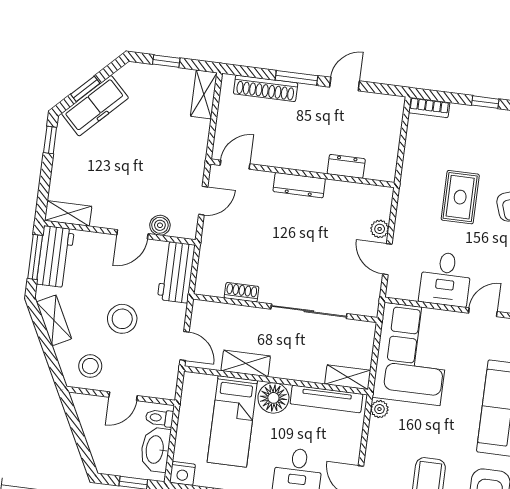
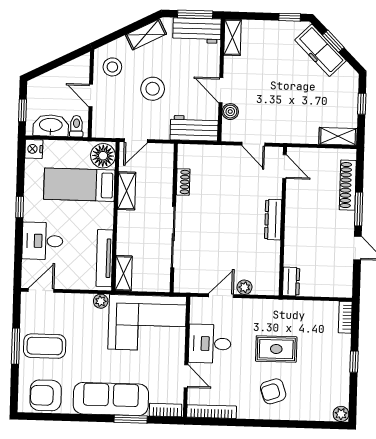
dresser: (346, 166) -> (291, 282), moved
floor lamp: (273, 398) -> (103, 156), moved

